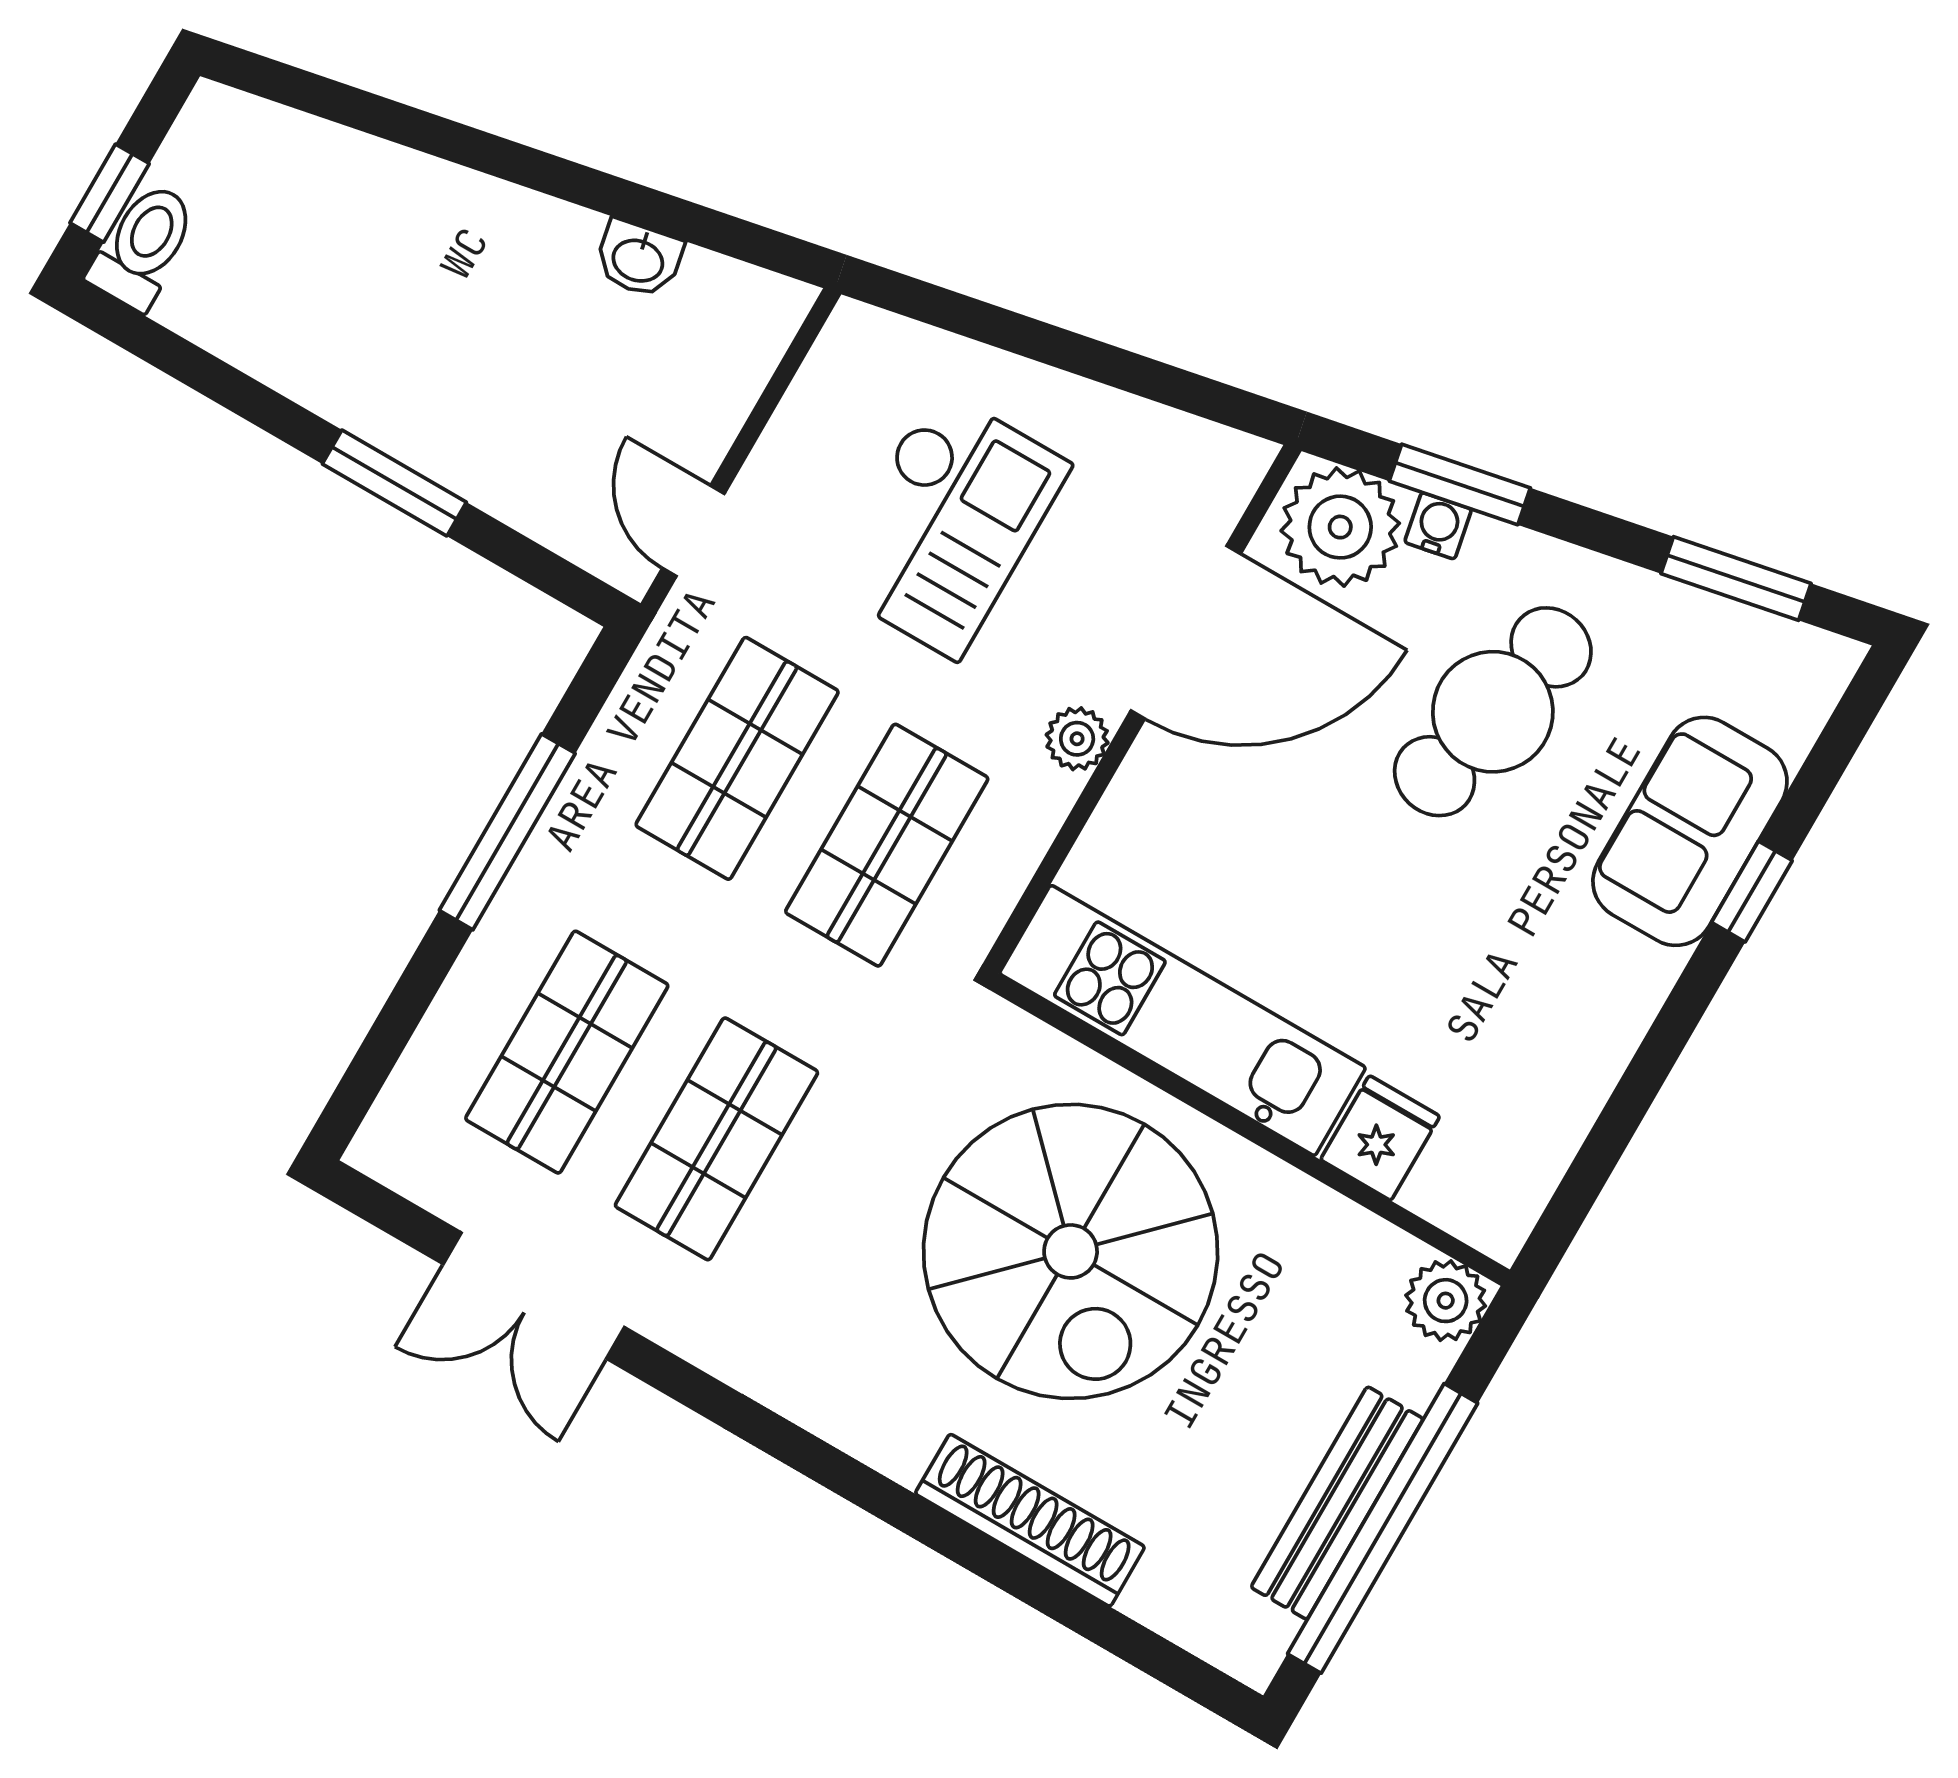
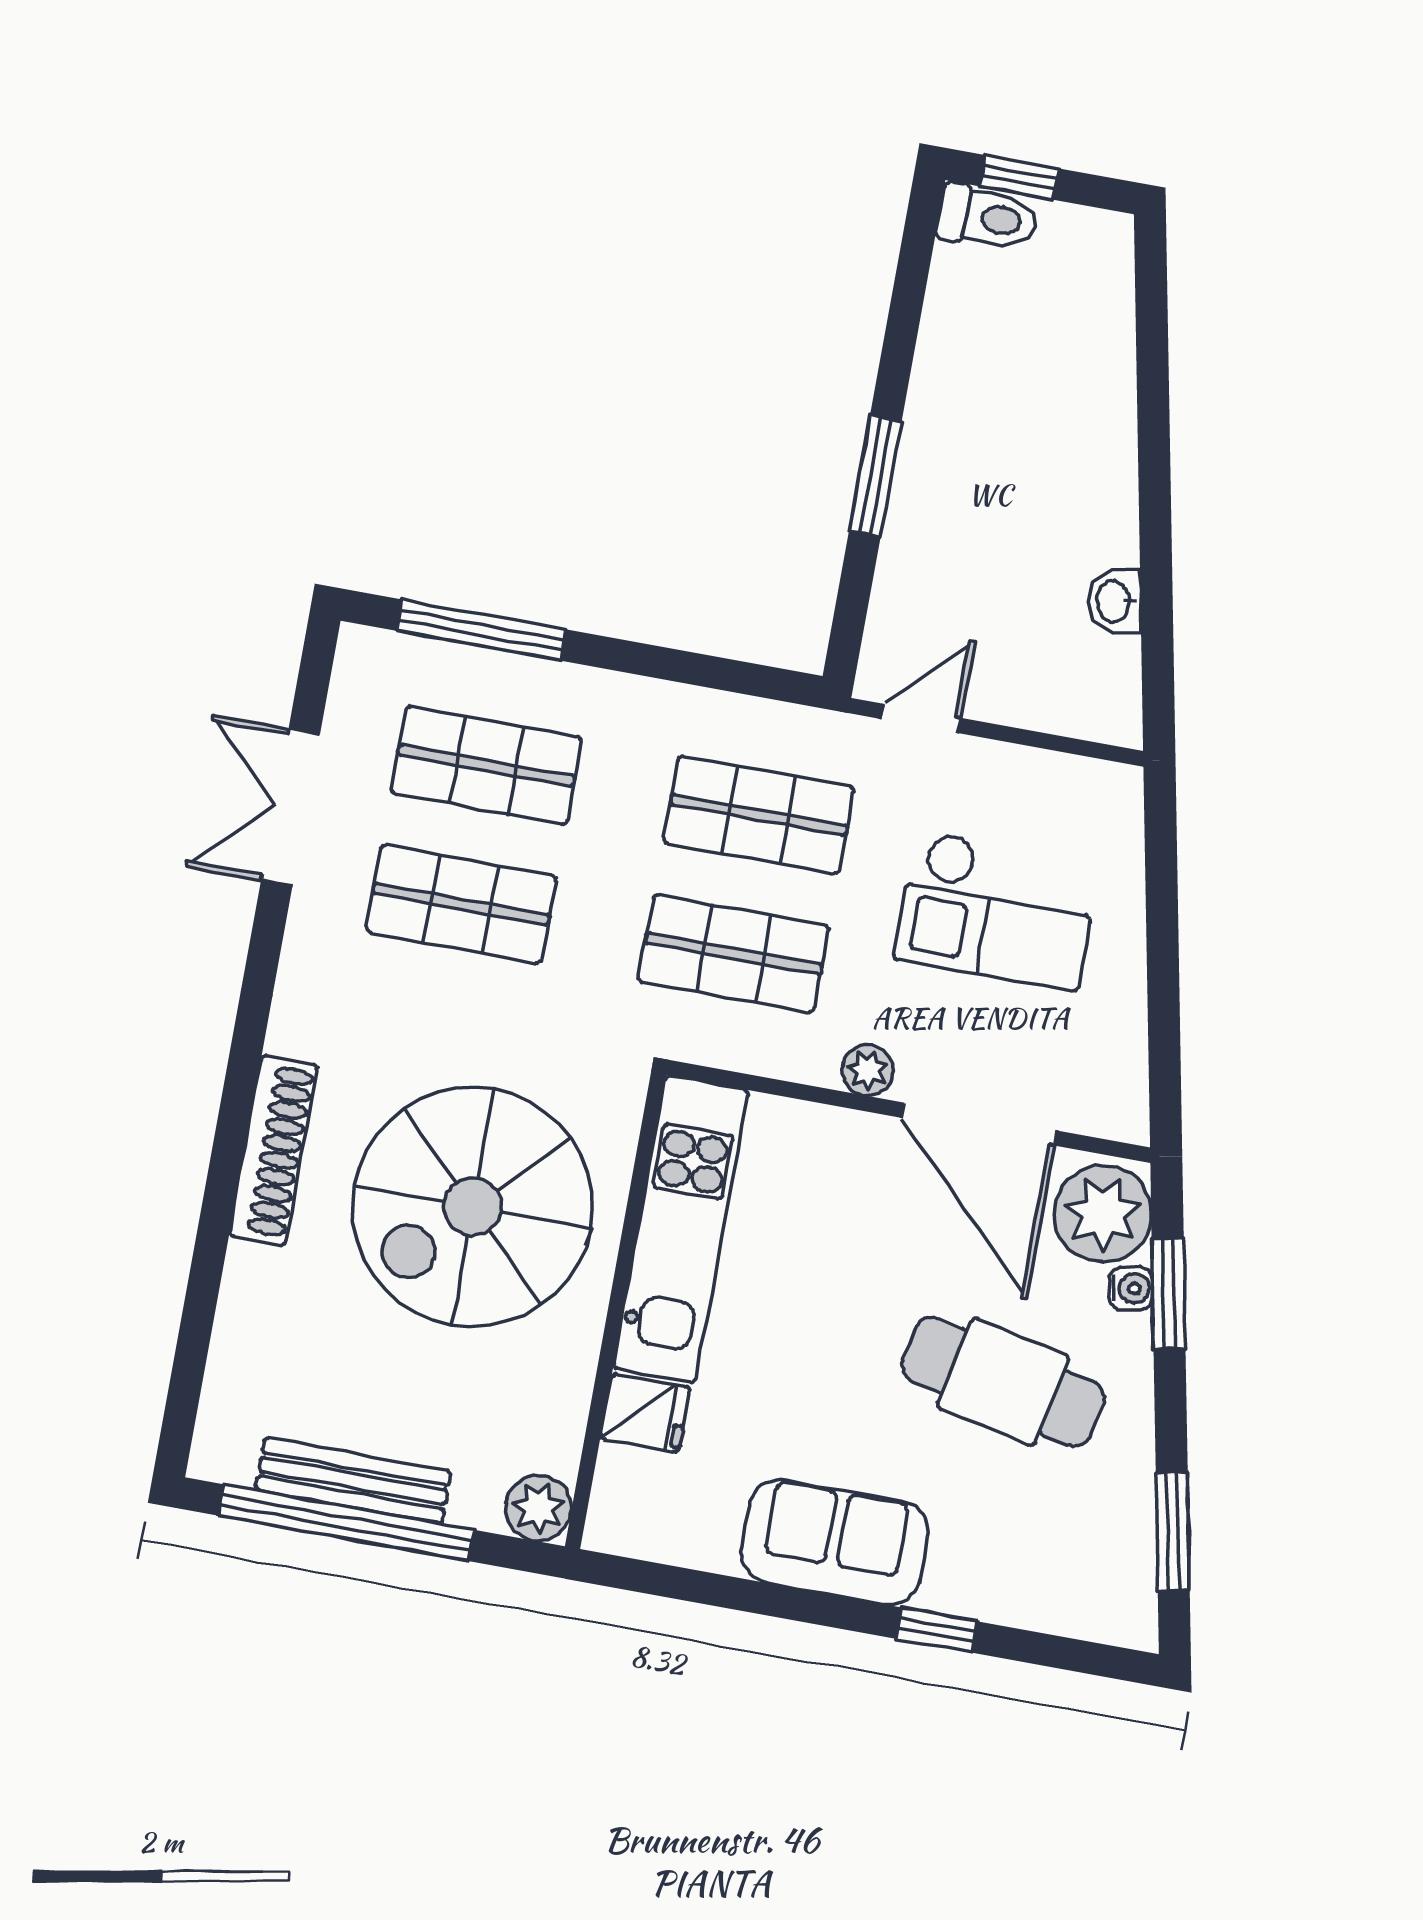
sofa: (1690, 831) -> (835, 1542), moved
window: (507, 832) -> (482, 630), moved
shoe rack: (1030, 1520) -> (273, 1150), moved

